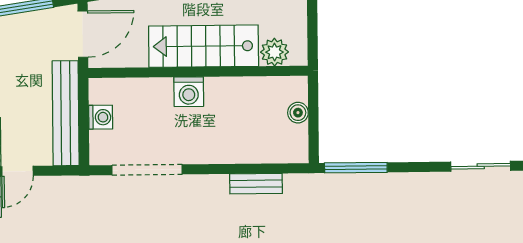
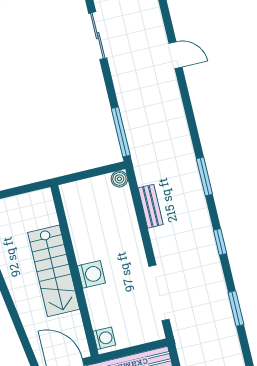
plant: (275, 52) -> (46, 215), removed
boiler: (298, 113) -> (119, 179), moved
washing machine: (101, 117) -> (104, 338), moved, turned 90

